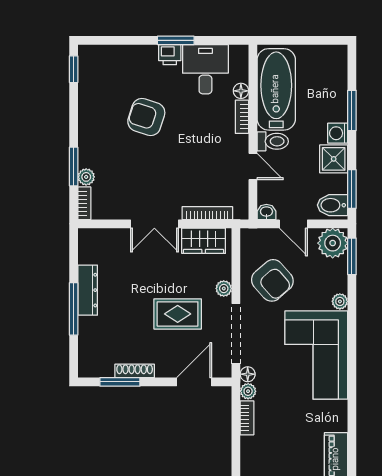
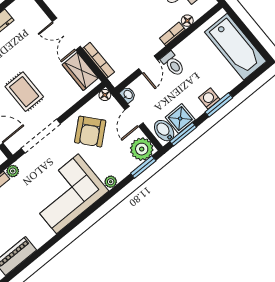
bathtub: (276, 89) -> (235, 47), moved, turned 90
window: (352, 110) -> (219, 105), moved
shower: (334, 159) -> (180, 119), moved
plant: (224, 289) -> (62, 107), removed
floor lamp: (248, 374) -> (105, 95), moved

